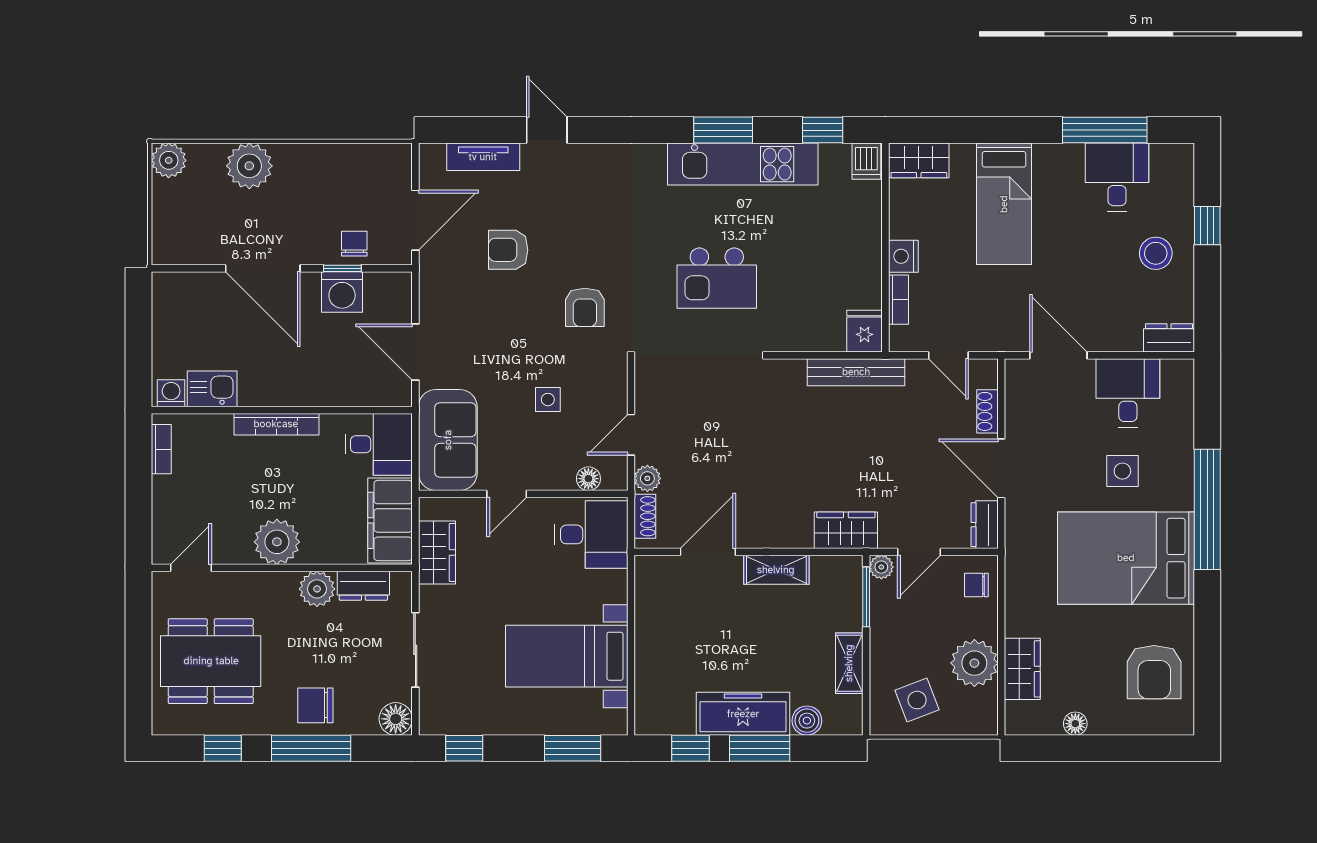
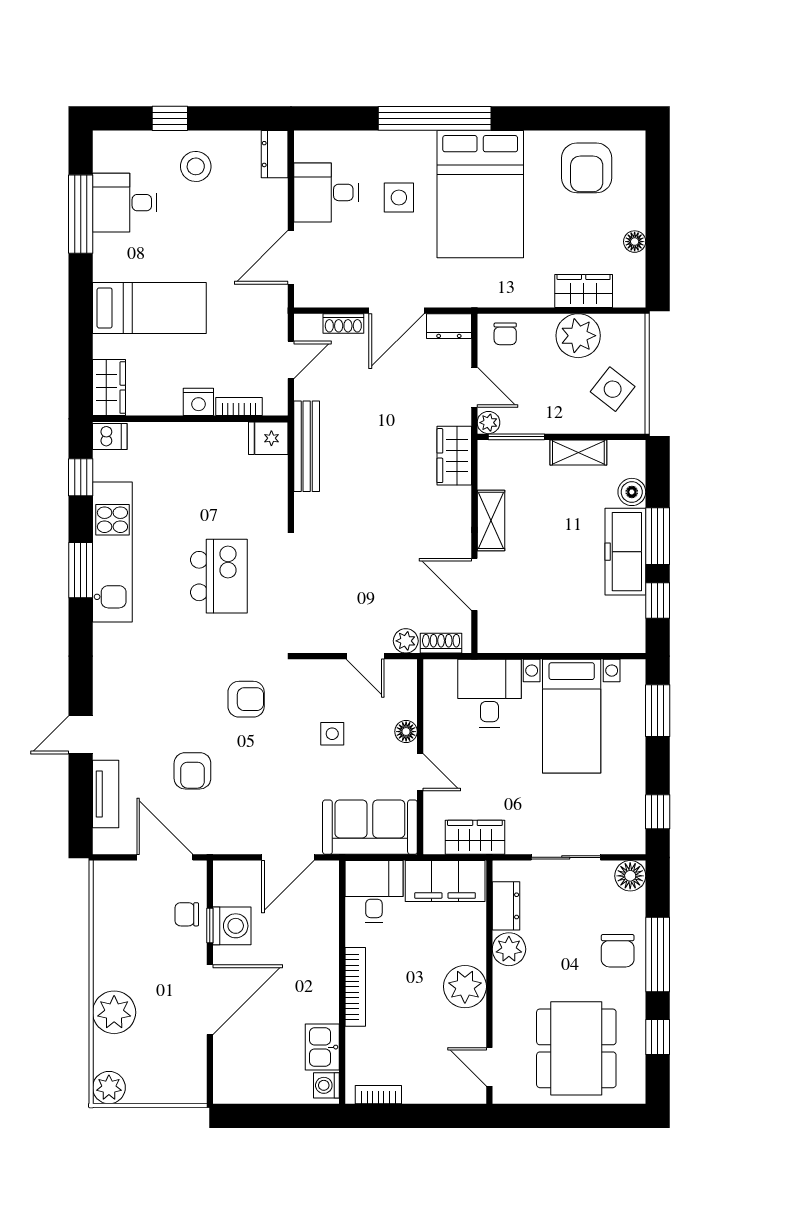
floor lamp: (588, 479) -> (406, 732), moved
desk: (591, 534) -> (489, 693), moved
armchair: (1154, 672) -> (587, 168), turned 90
side table: (917, 700) -> (613, 389), turned -31

